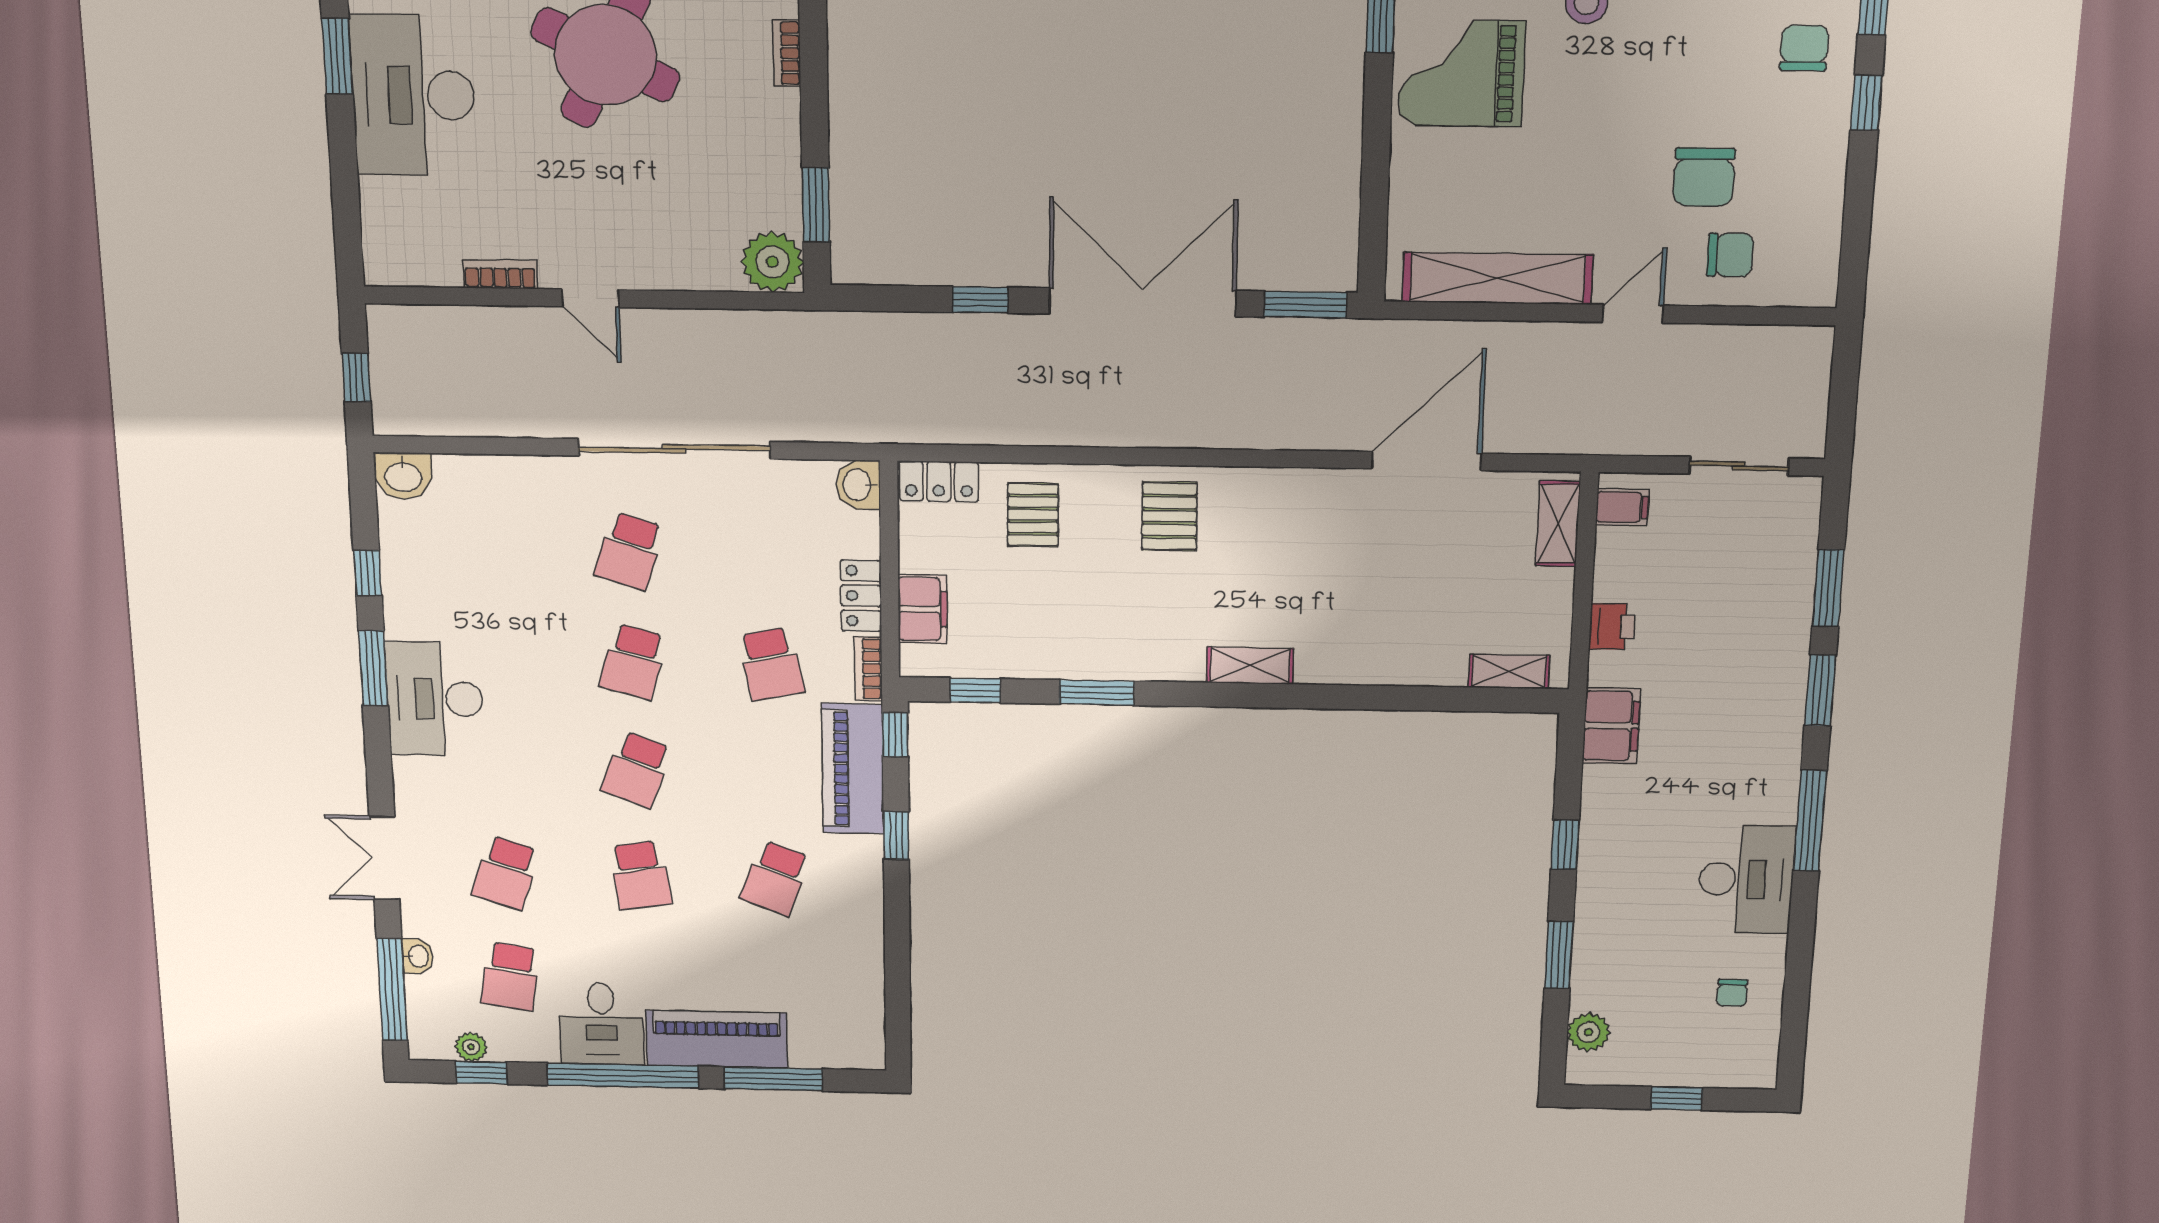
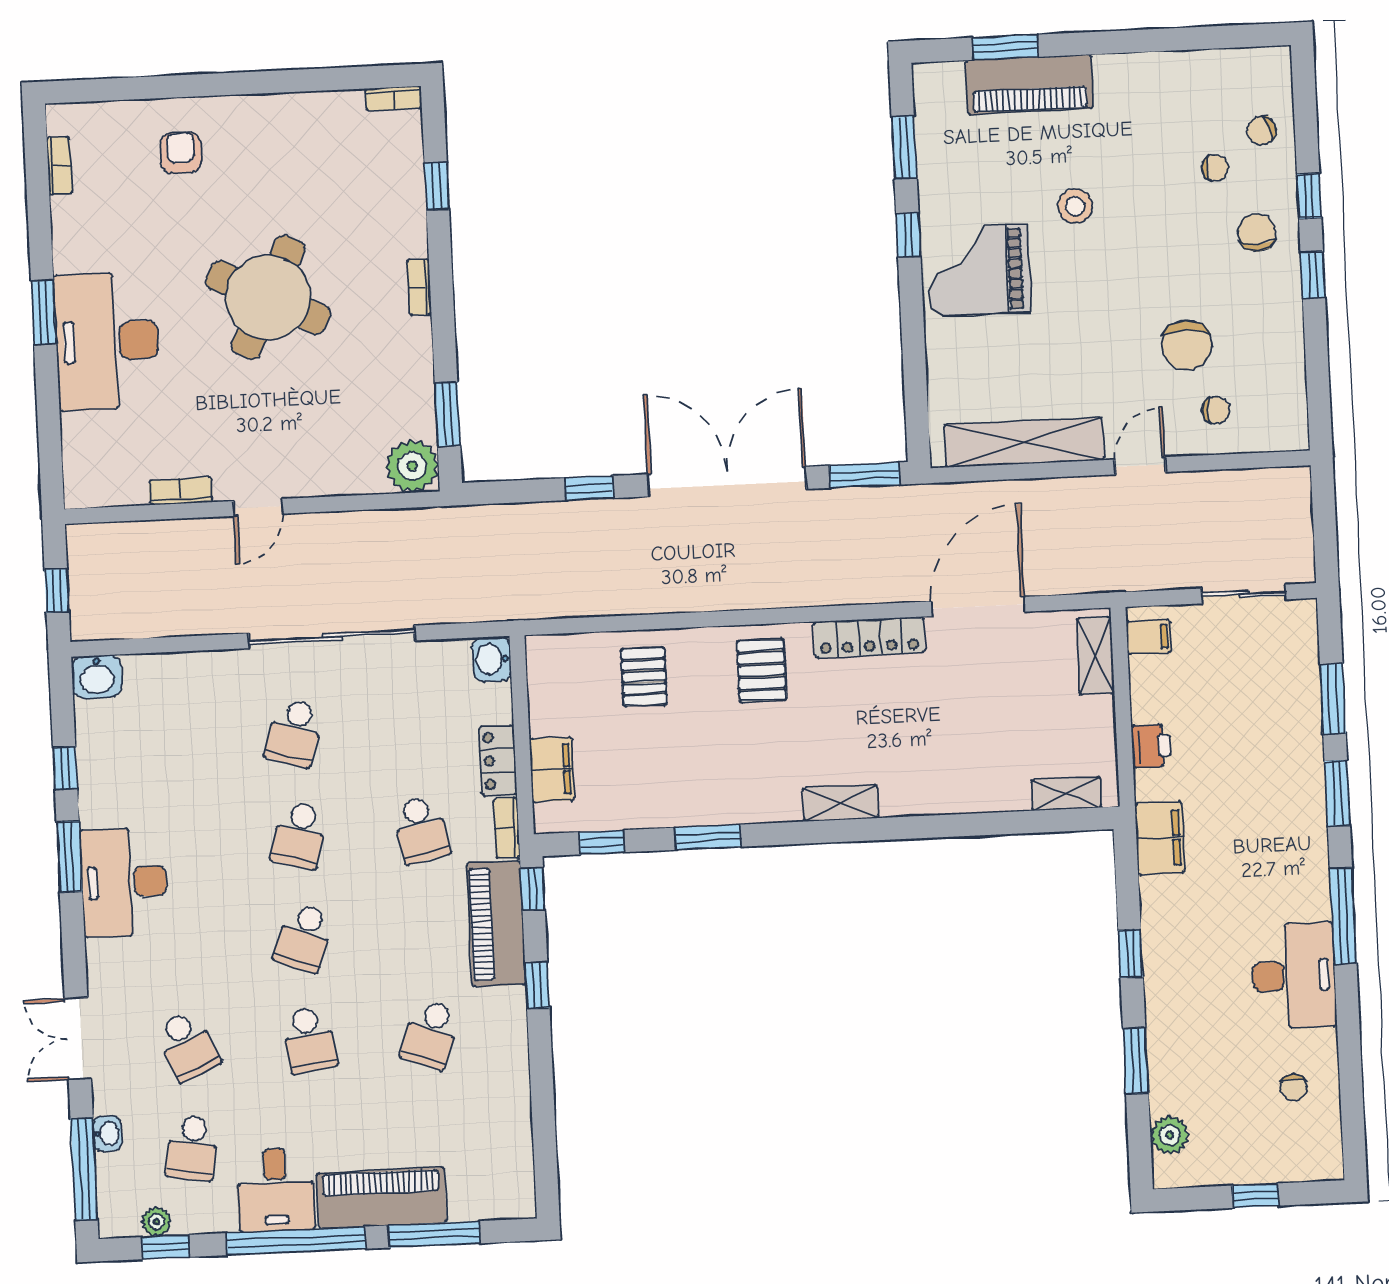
chair: (1730, 255) -> (1216, 410), width x0.73, depth x0.73
door: (590, 298) -> (258, 507), hinge flipped
locker: (939, 481) -> (869, 637), moved, width x1.53
school desk: (505, 873) -> (187, 1046), turned -42

